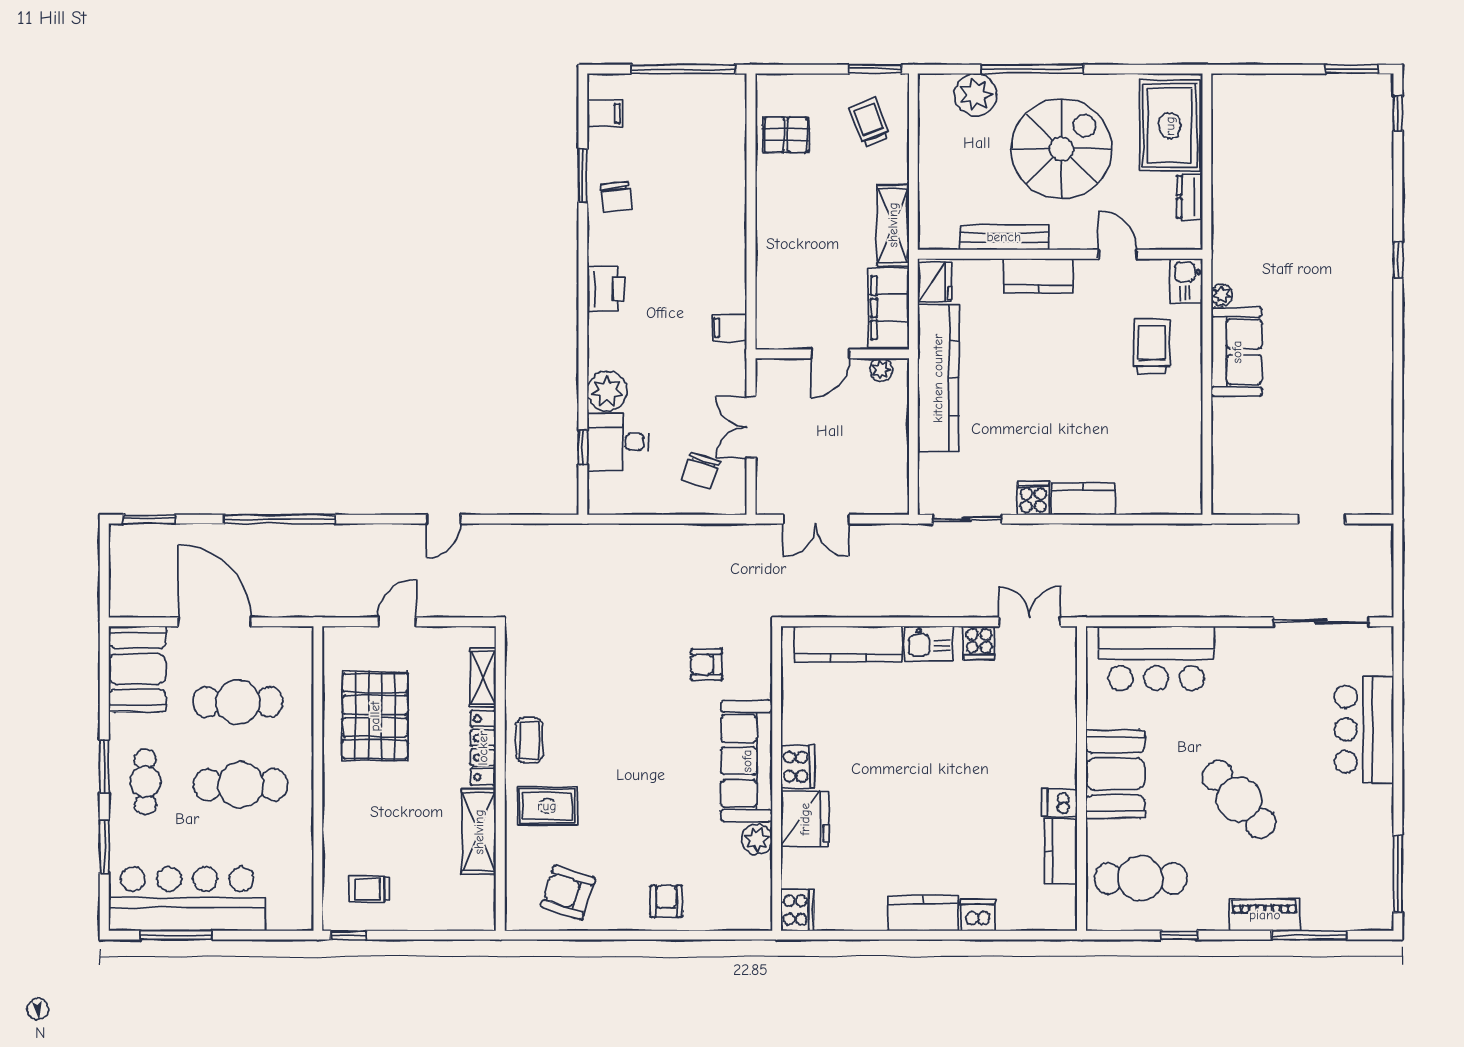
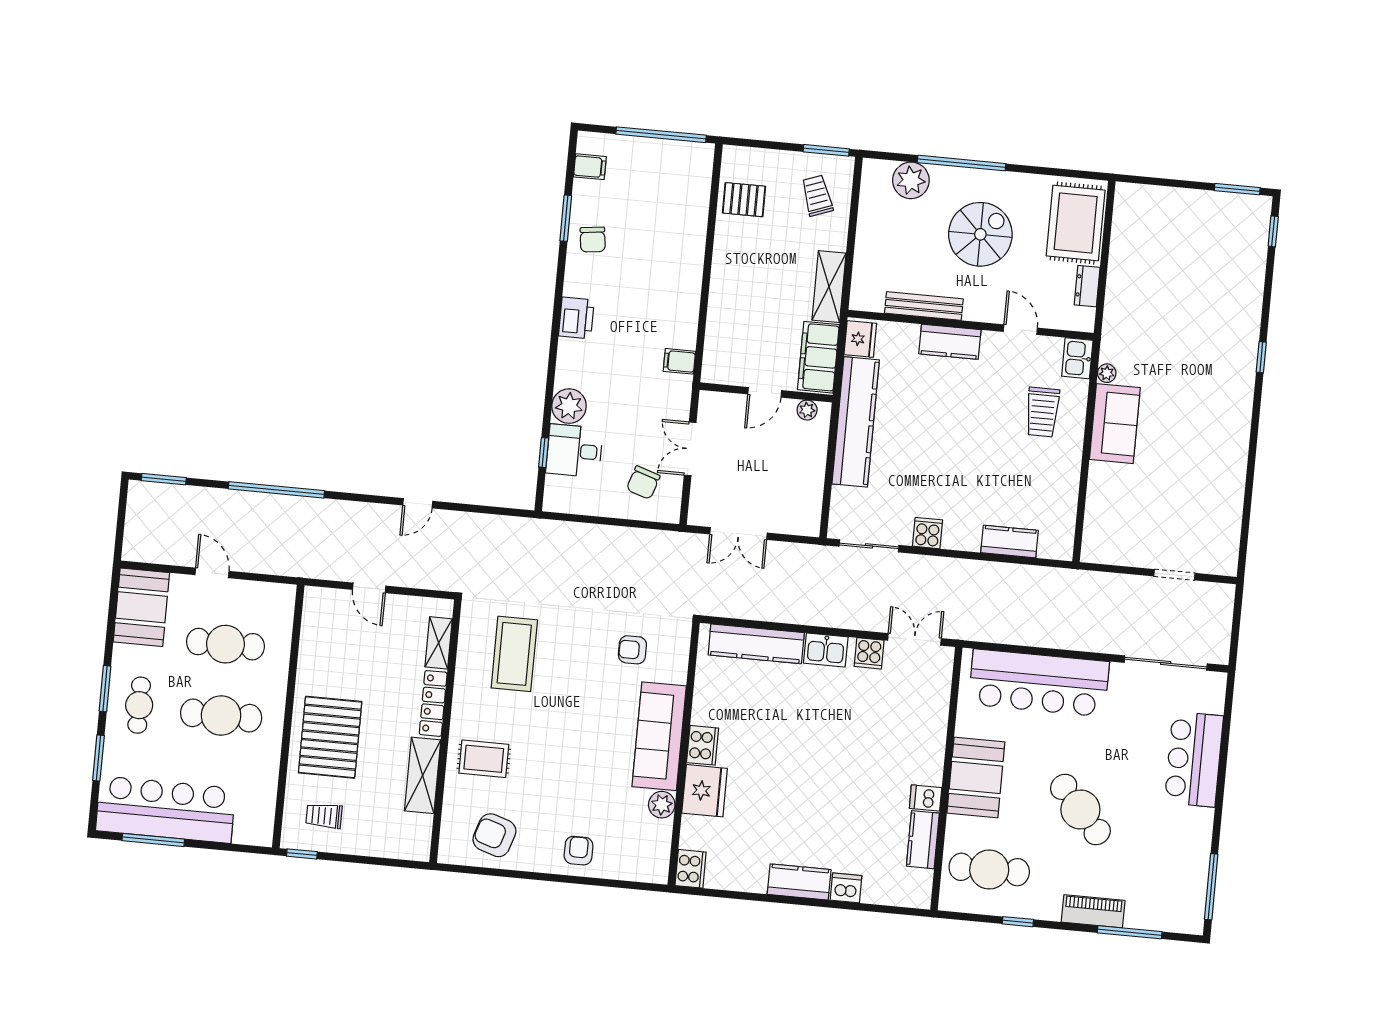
spiral stairs: (1061, 149) -> (980, 234), width x0.73, depth x0.73
trolley: (1152, 347) -> (1042, 412), turned 180
kitchen counter: (1083, 499) -> (1010, 542), moved
door: (215, 622) -> (212, 573), width x0.53
door: (397, 622) -> (369, 588), swing flipped
bar counter: (1156, 658) -> (1039, 683), width x1.36
pallet: (375, 716) -> (330, 737), moved
coffee table: (529, 740) -> (514, 654), moved, width x1.86, depth x1.72

